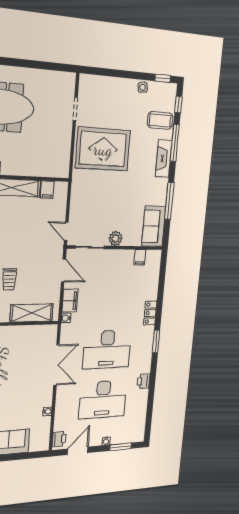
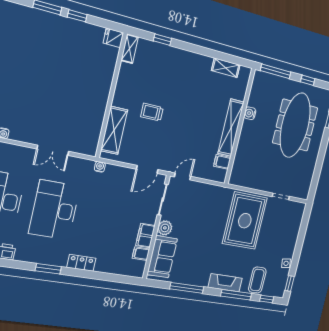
sofa: (154, 226) -> (162, 257), moved, turned 90
filing cabinet: (70, 301) -> (145, 236), moved, turned 90
double door: (56, 365) -> (53, 150), width x0.73

